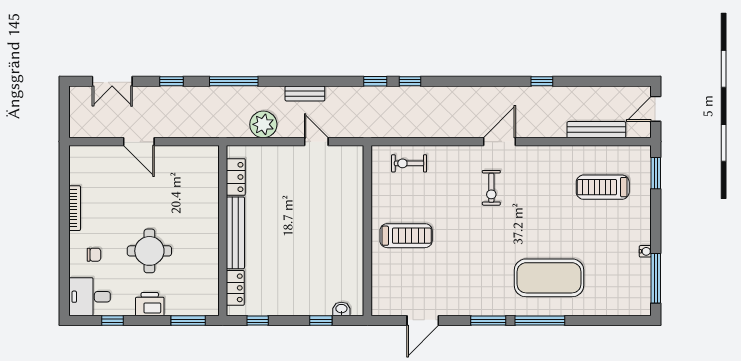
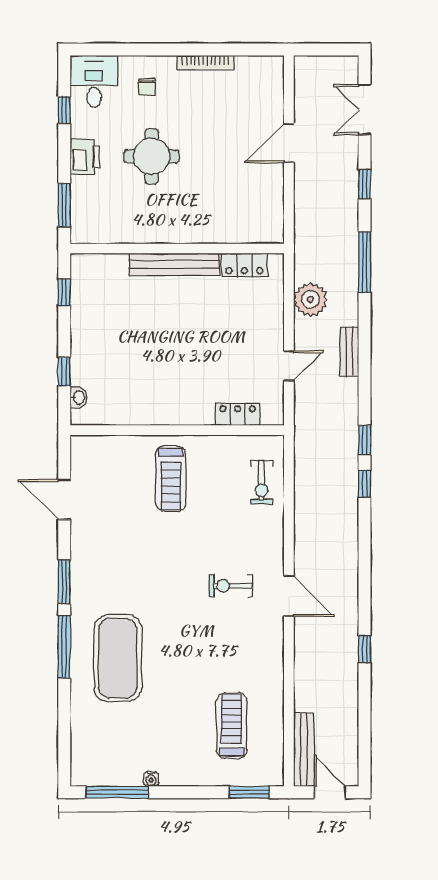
bench: (596, 130) -> (304, 750), moved
exercise bike: (409, 163) -> (262, 482), turned 180
locker: (235, 288) -> (238, 414), moved, turned 180

